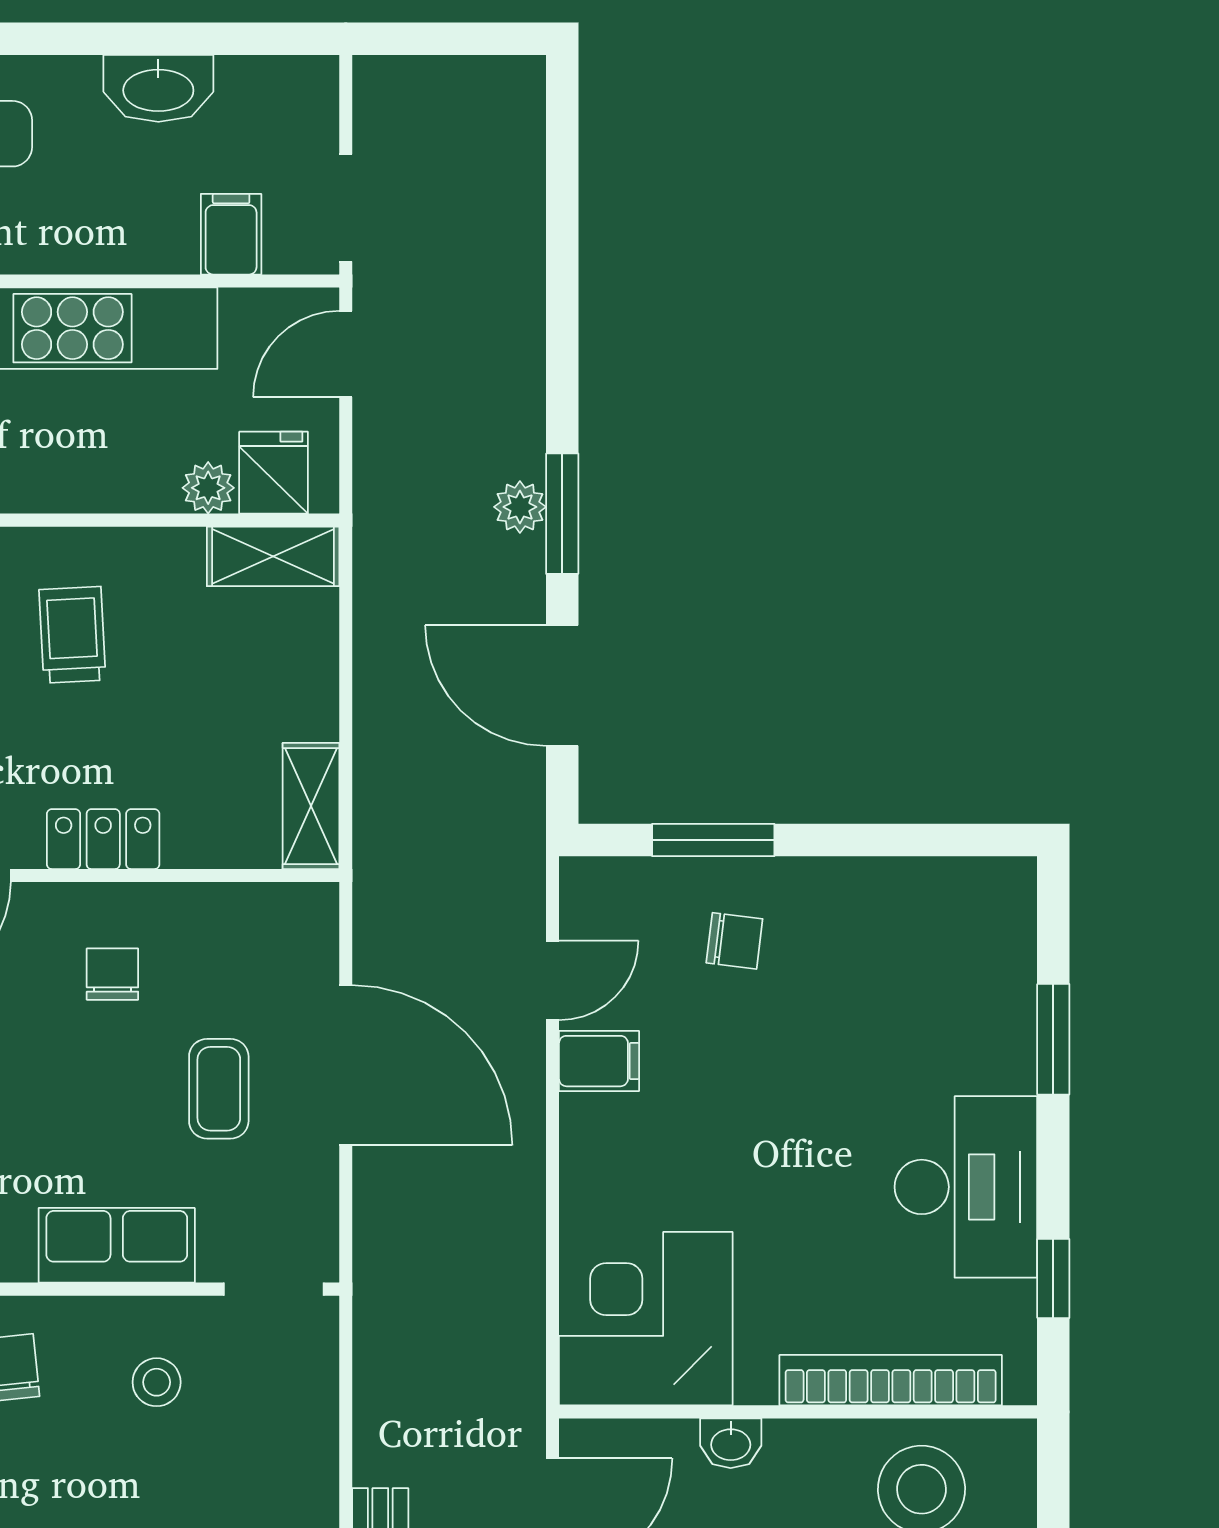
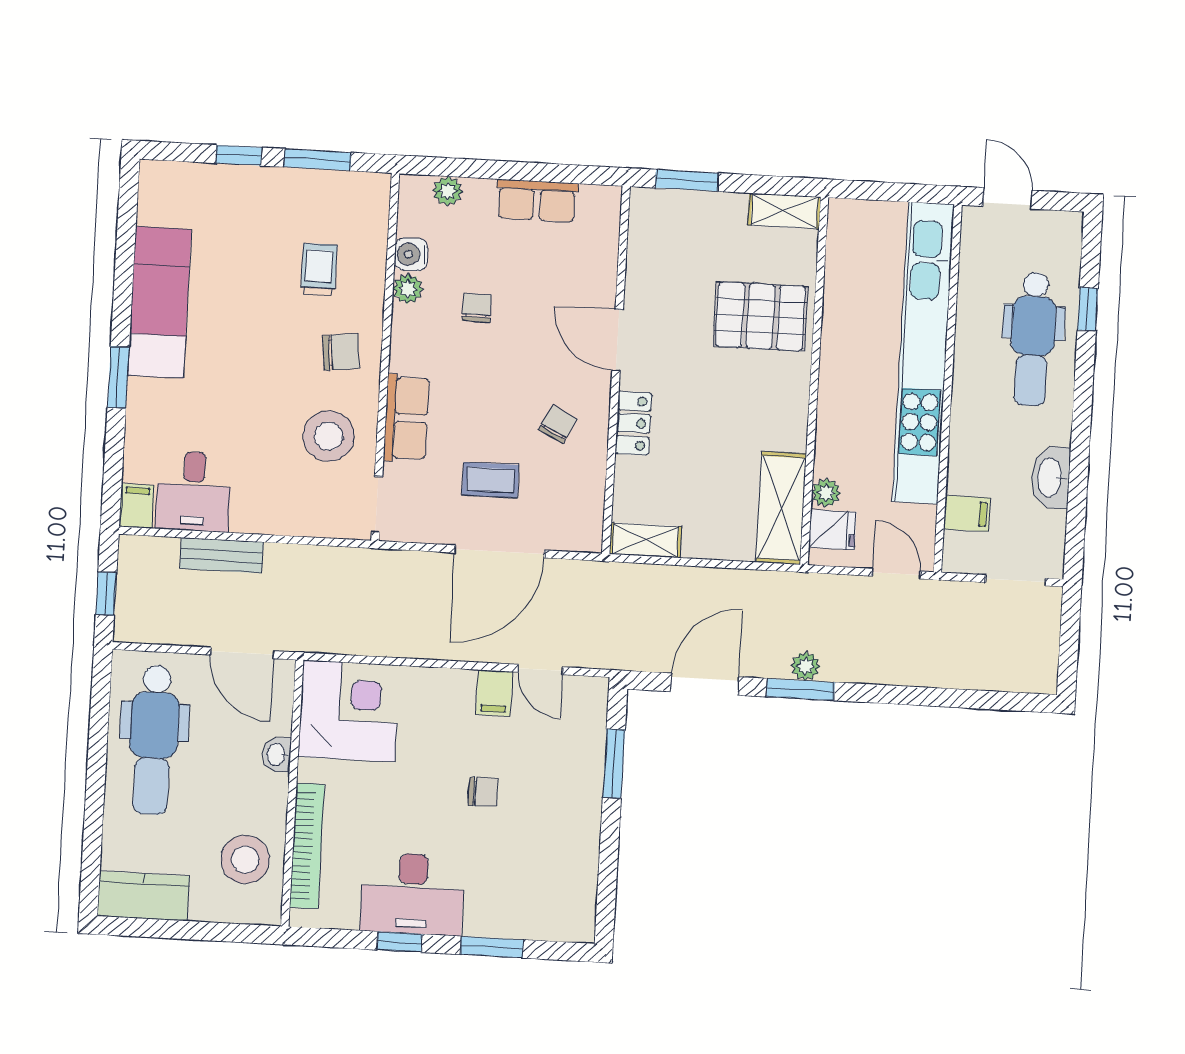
doorway: (346, 208) -> (1016, 580), moved
shelving: (273, 556) -> (781, 508), width x1.50, depth x1.33
trolley: (72, 635) -> (748, 412), removed
chair: (734, 941) -> (483, 792), moved, turned -97
chair: (112, 974) -> (558, 424), turned -63
window: (1053, 1279) -> (400, 942), moved
stool: (157, 1382) -> (329, 436), width x1.89, depth x1.89

